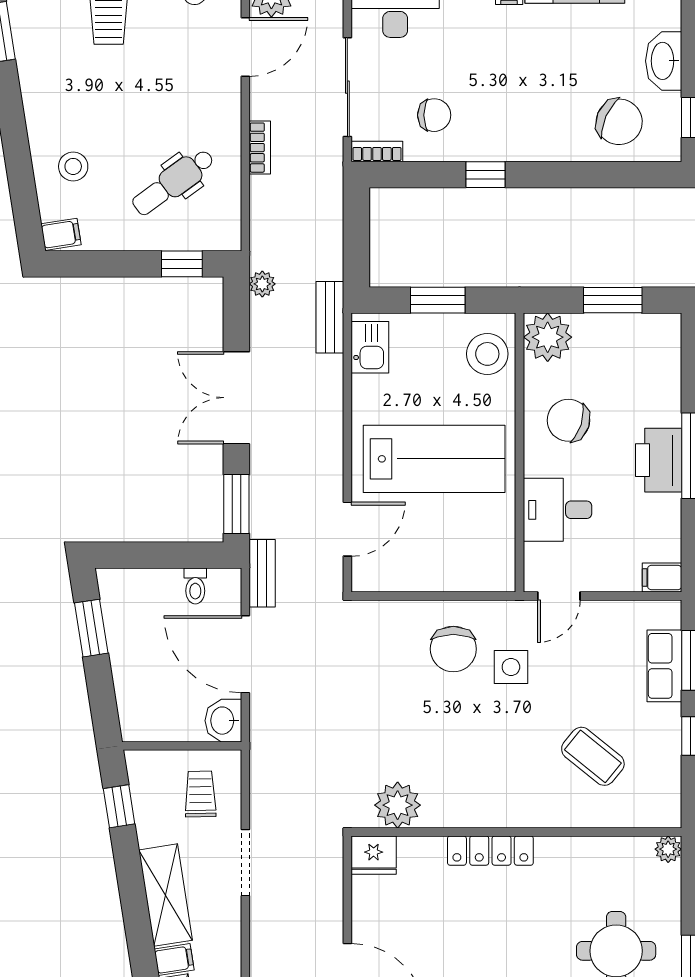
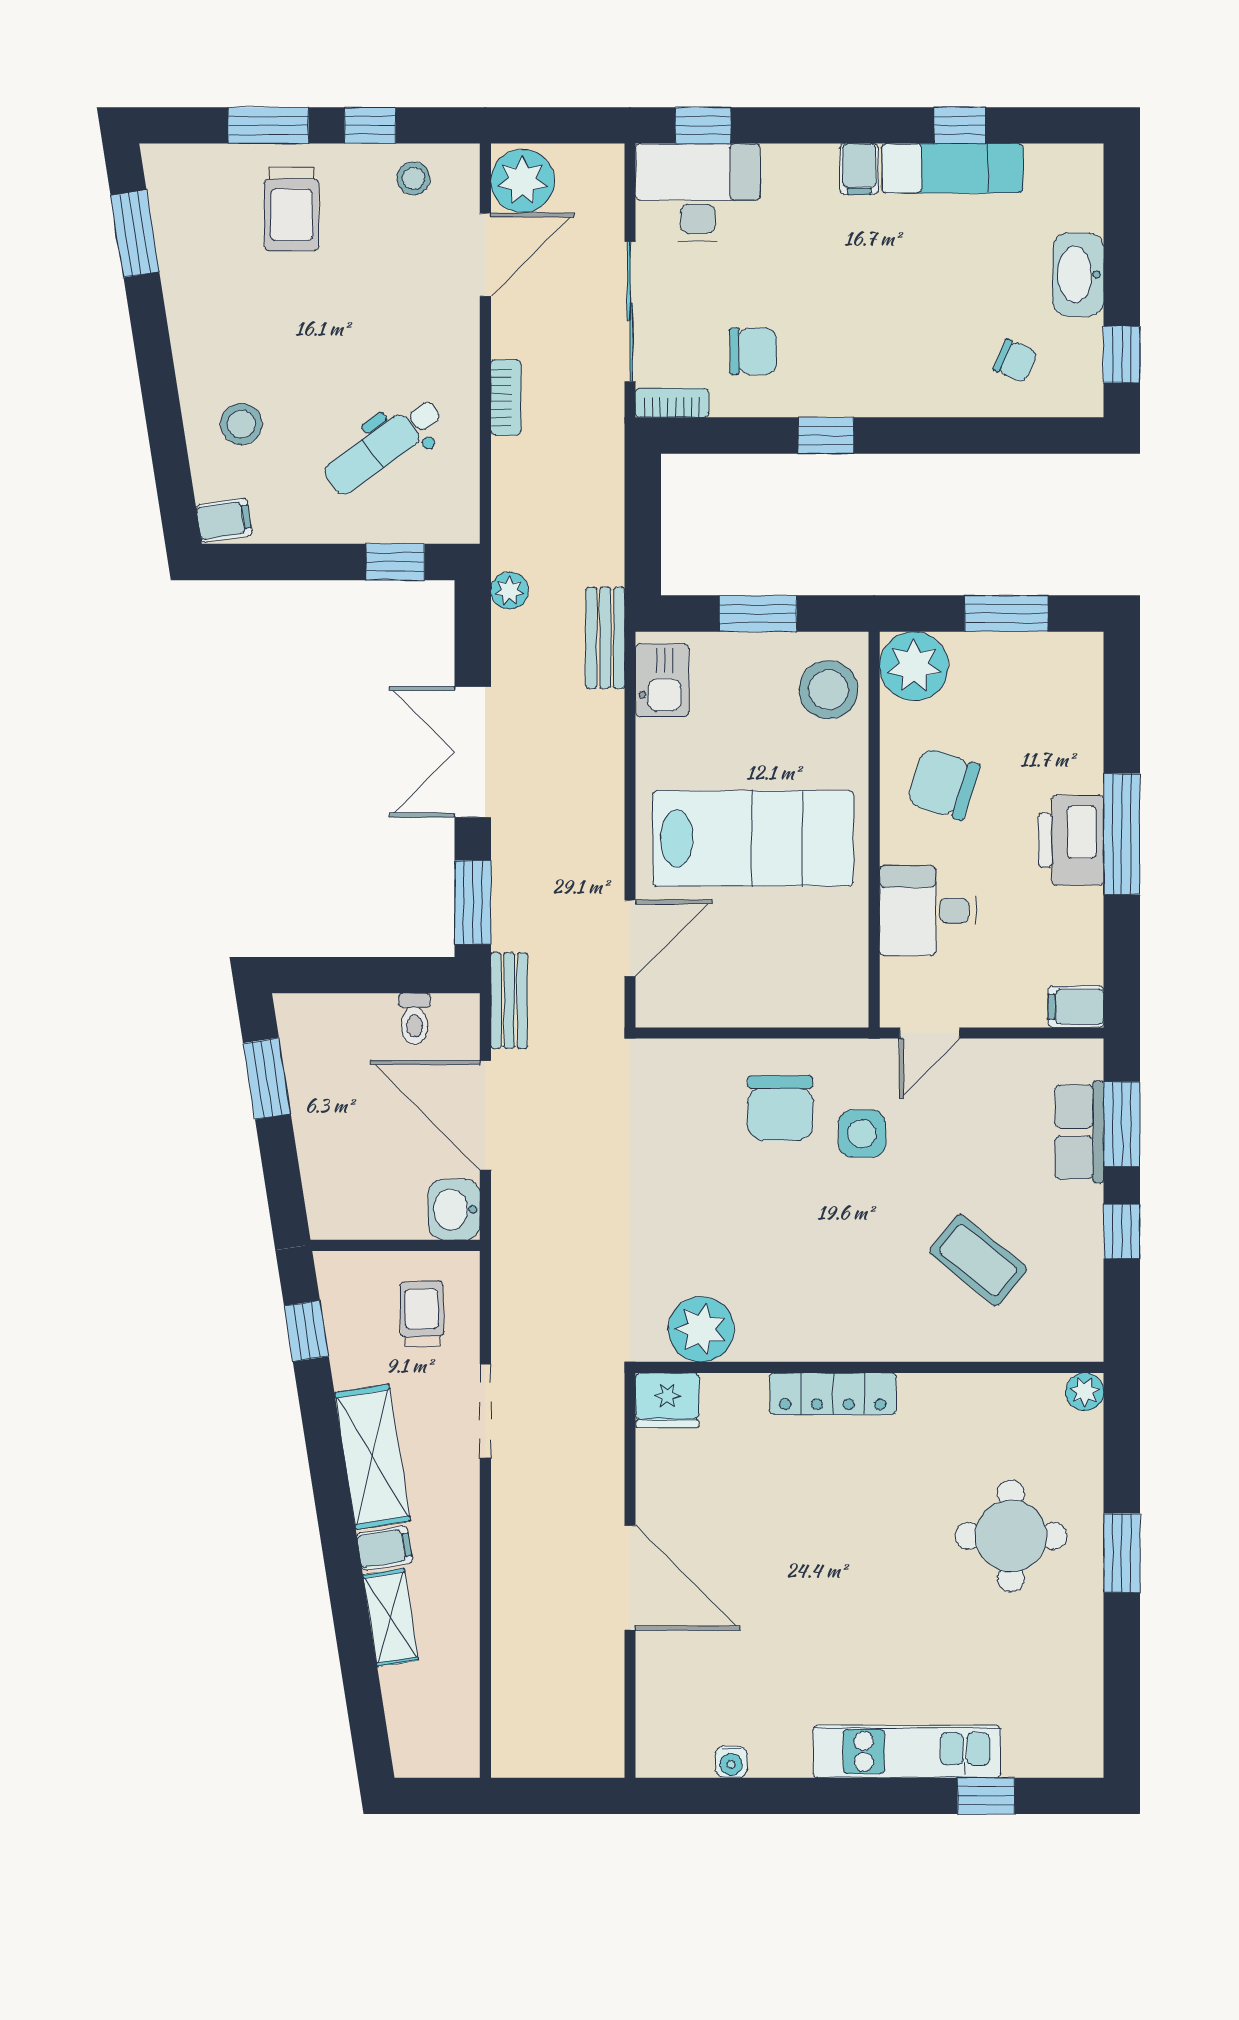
chair: (619, 122) -> (1015, 361), width x0.54, depth x0.54

